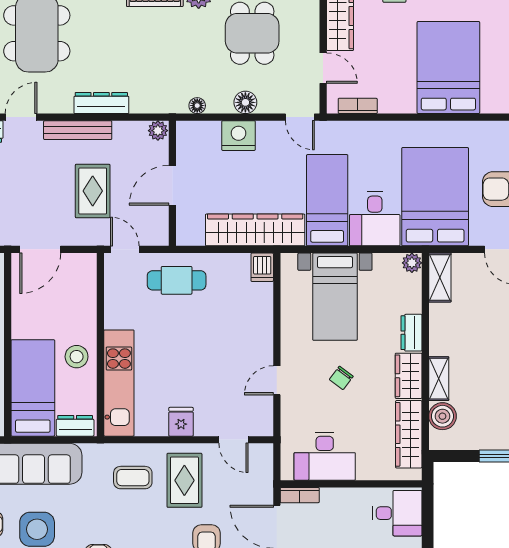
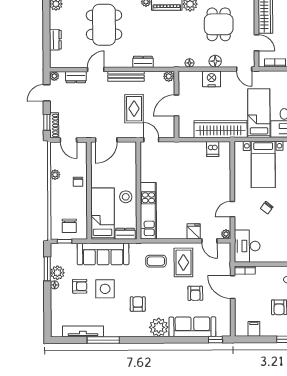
dresser: (101, 103) -> (143, 62), width x0.70
dishwasher: (262, 267) -> (213, 149), moved
cafe table: (177, 280) -> (179, 156), removed
fridge: (181, 422) -> (194, 231), moved
plant: (265, 427) -> (226, 234), added
desk: (325, 456) -> (247, 246), moved, turned 90

